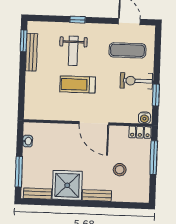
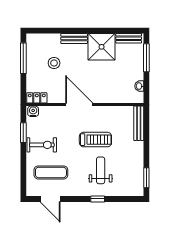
bench: (32, 52) -> (139, 123), moved
window: (154, 158) -> (23, 58), moved

